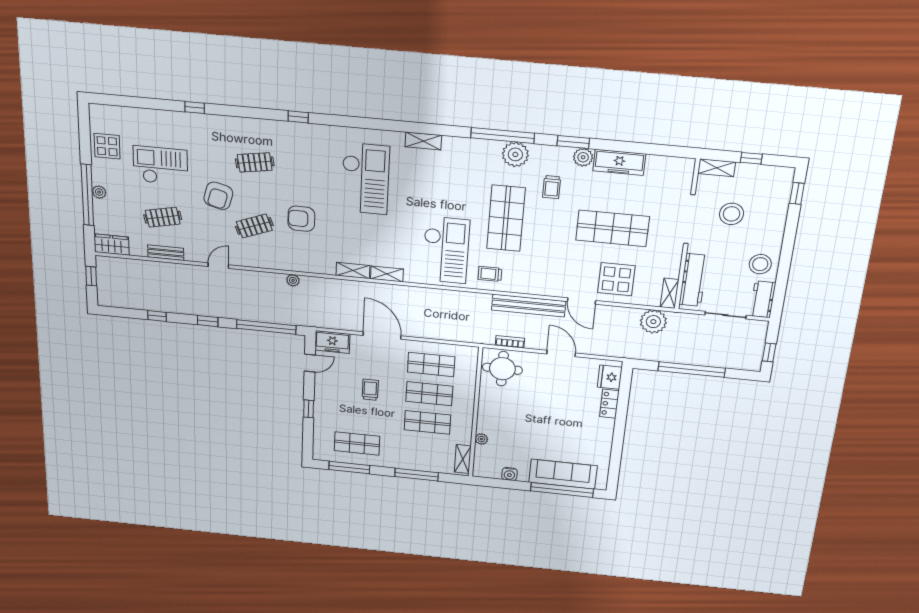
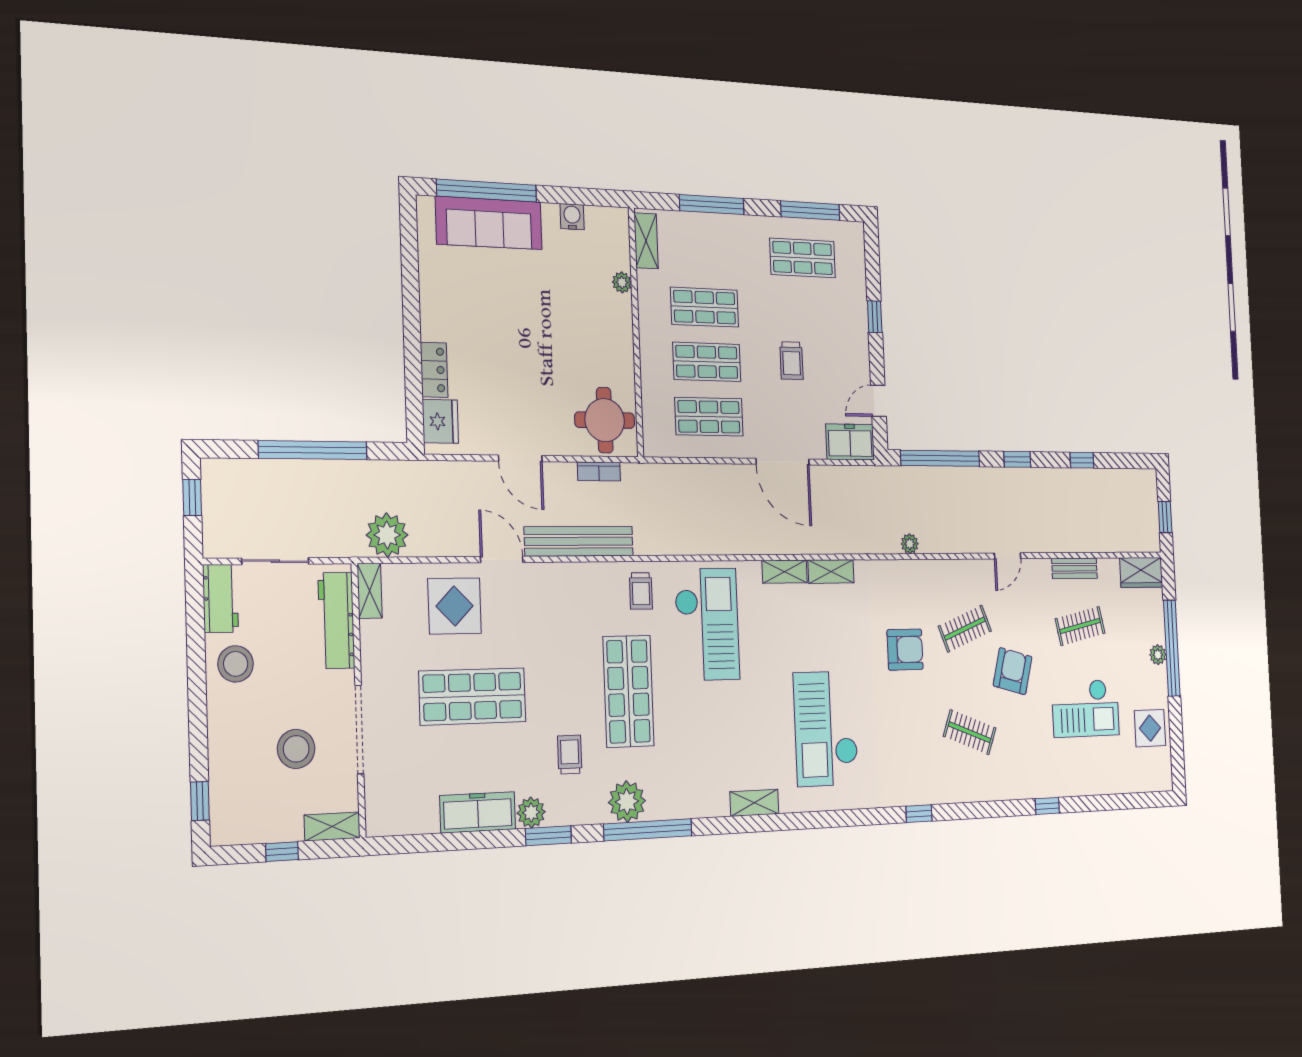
clothes rail: (255, 162) -> (970, 732), turned 30
checkout: (446, 250) -> (707, 624), turned 180
trolley: (490, 274) -> (641, 591), turned 90

